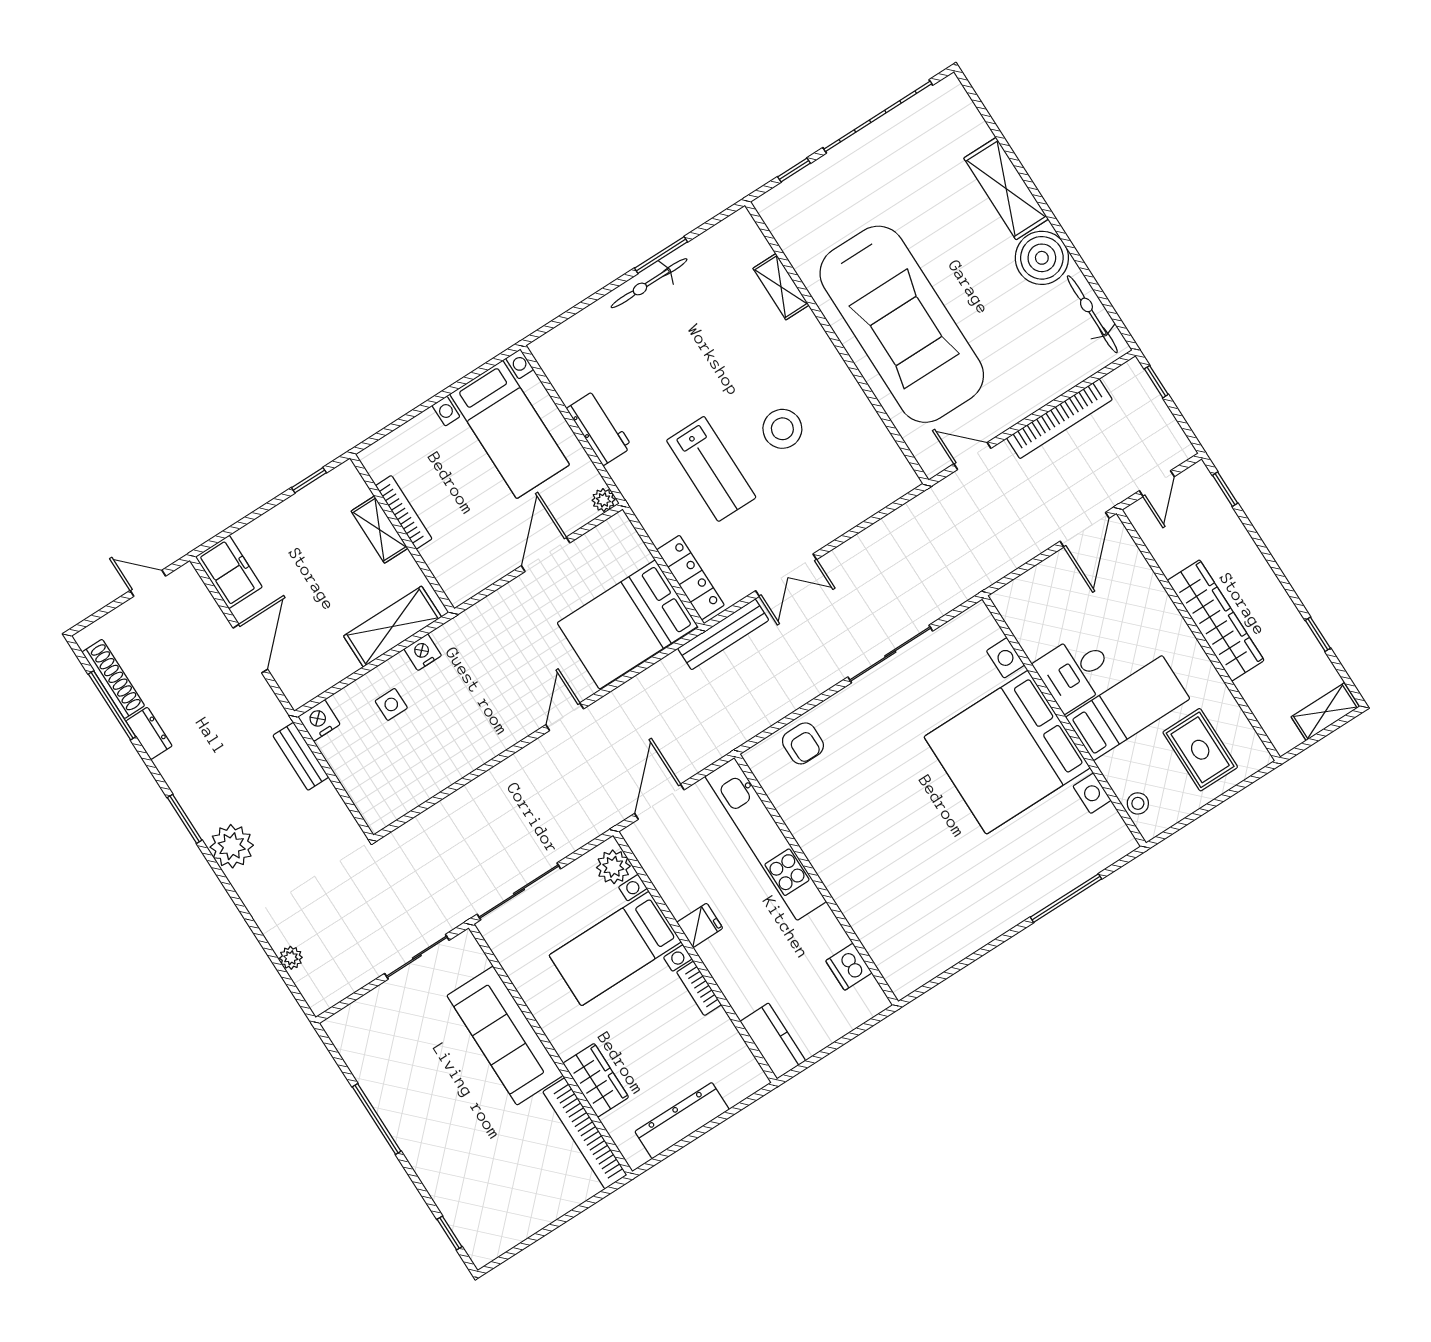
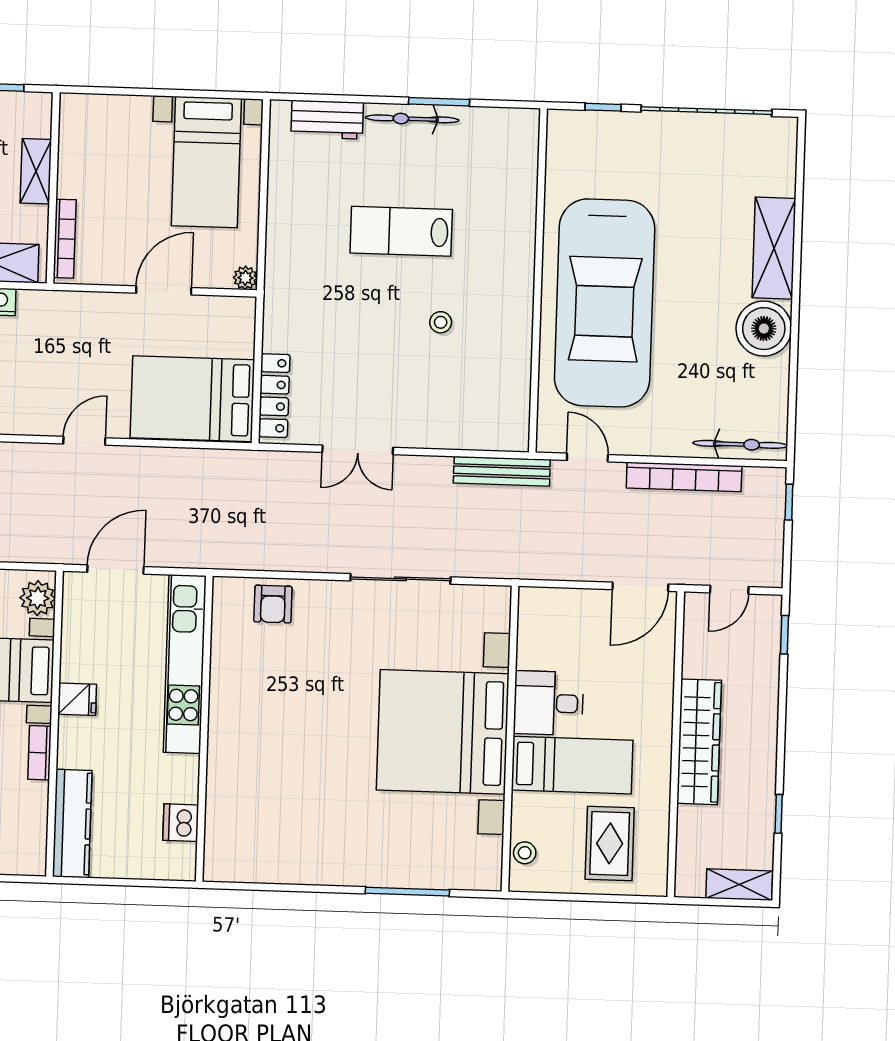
shelving: (781, 287) -> (523, 200), removed
bicycle: (1092, 314) -> (740, 444), moved, turned 90
workbench: (599, 428) -> (327, 120), moved, turned 90
stool: (782, 429) -> (441, 322), width x0.53, depth x0.53
lab bench: (711, 469) -> (401, 231), moved, turned 90
bookcase: (404, 512) -> (65, 239), moved
bench: (723, 634) -> (502, 471), moved
kitchen counter: (773, 1041) -> (72, 823), width x1.50

